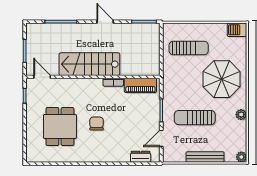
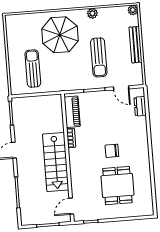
barbecue: (237, 30) -> (12, 24), removed
dining table: (60, 127) -> (117, 186), turned 90

